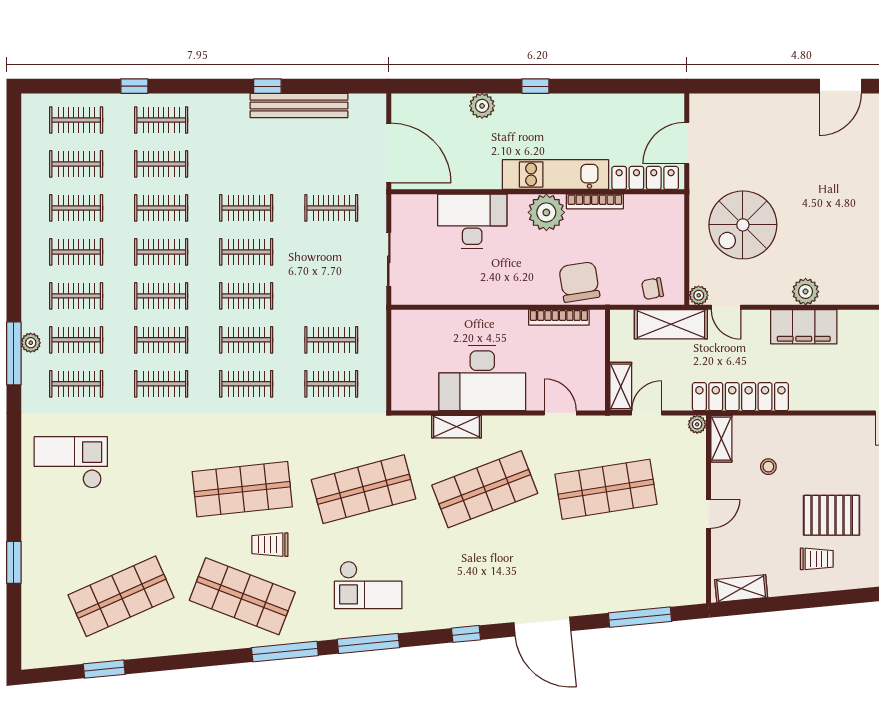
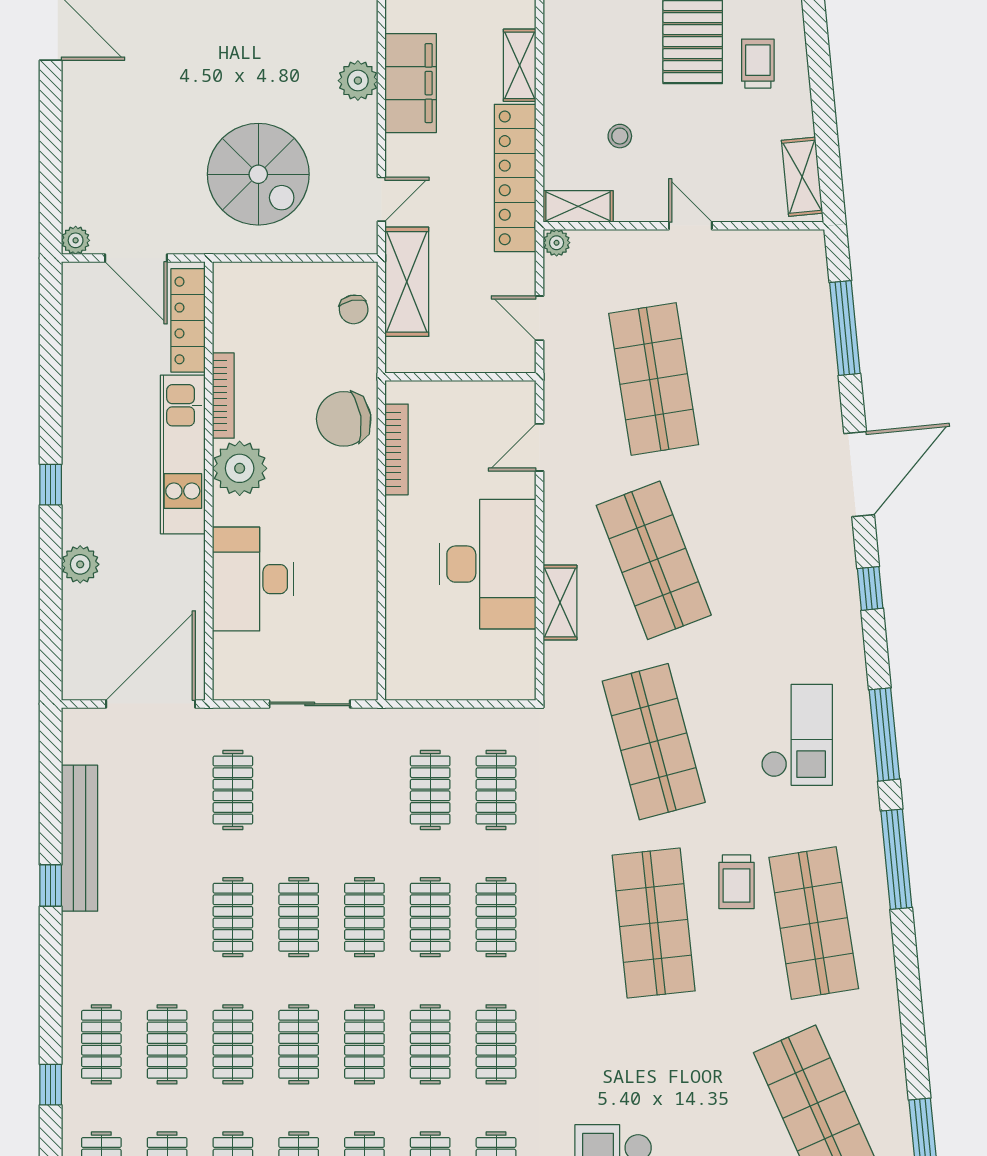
plant: (699, 295) -> (76, 240), moved
shelving: (621, 386) -> (520, 65), moved, turned 90
shop shelf: (242, 596) -> (814, 923), turned -30

